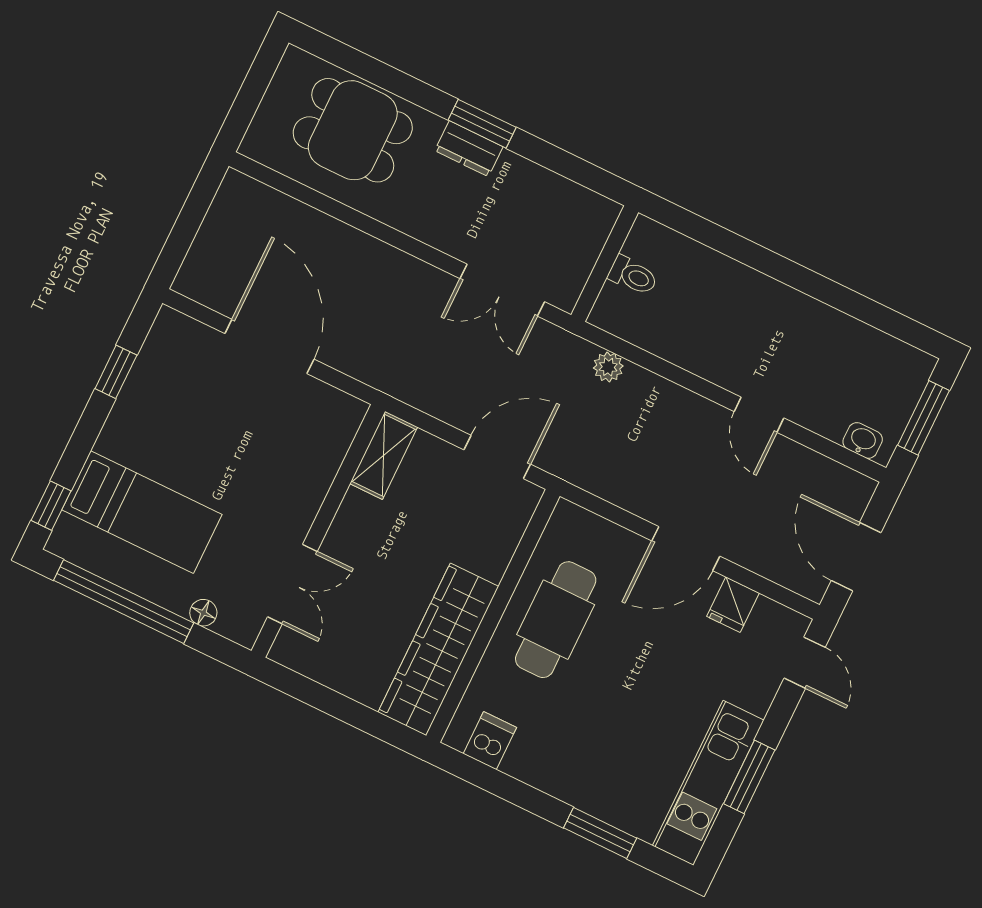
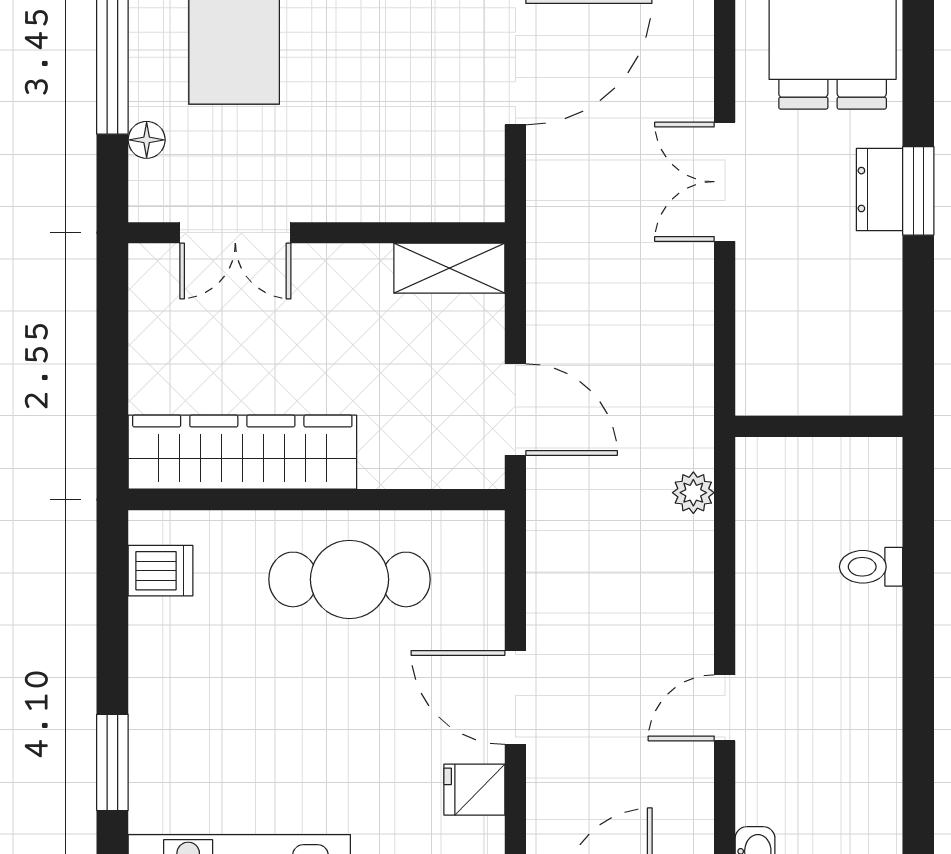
toilet: (633, 276) -> (871, 567), moved, turned 90
double door: (502, 290) -> (725, 182), moved

